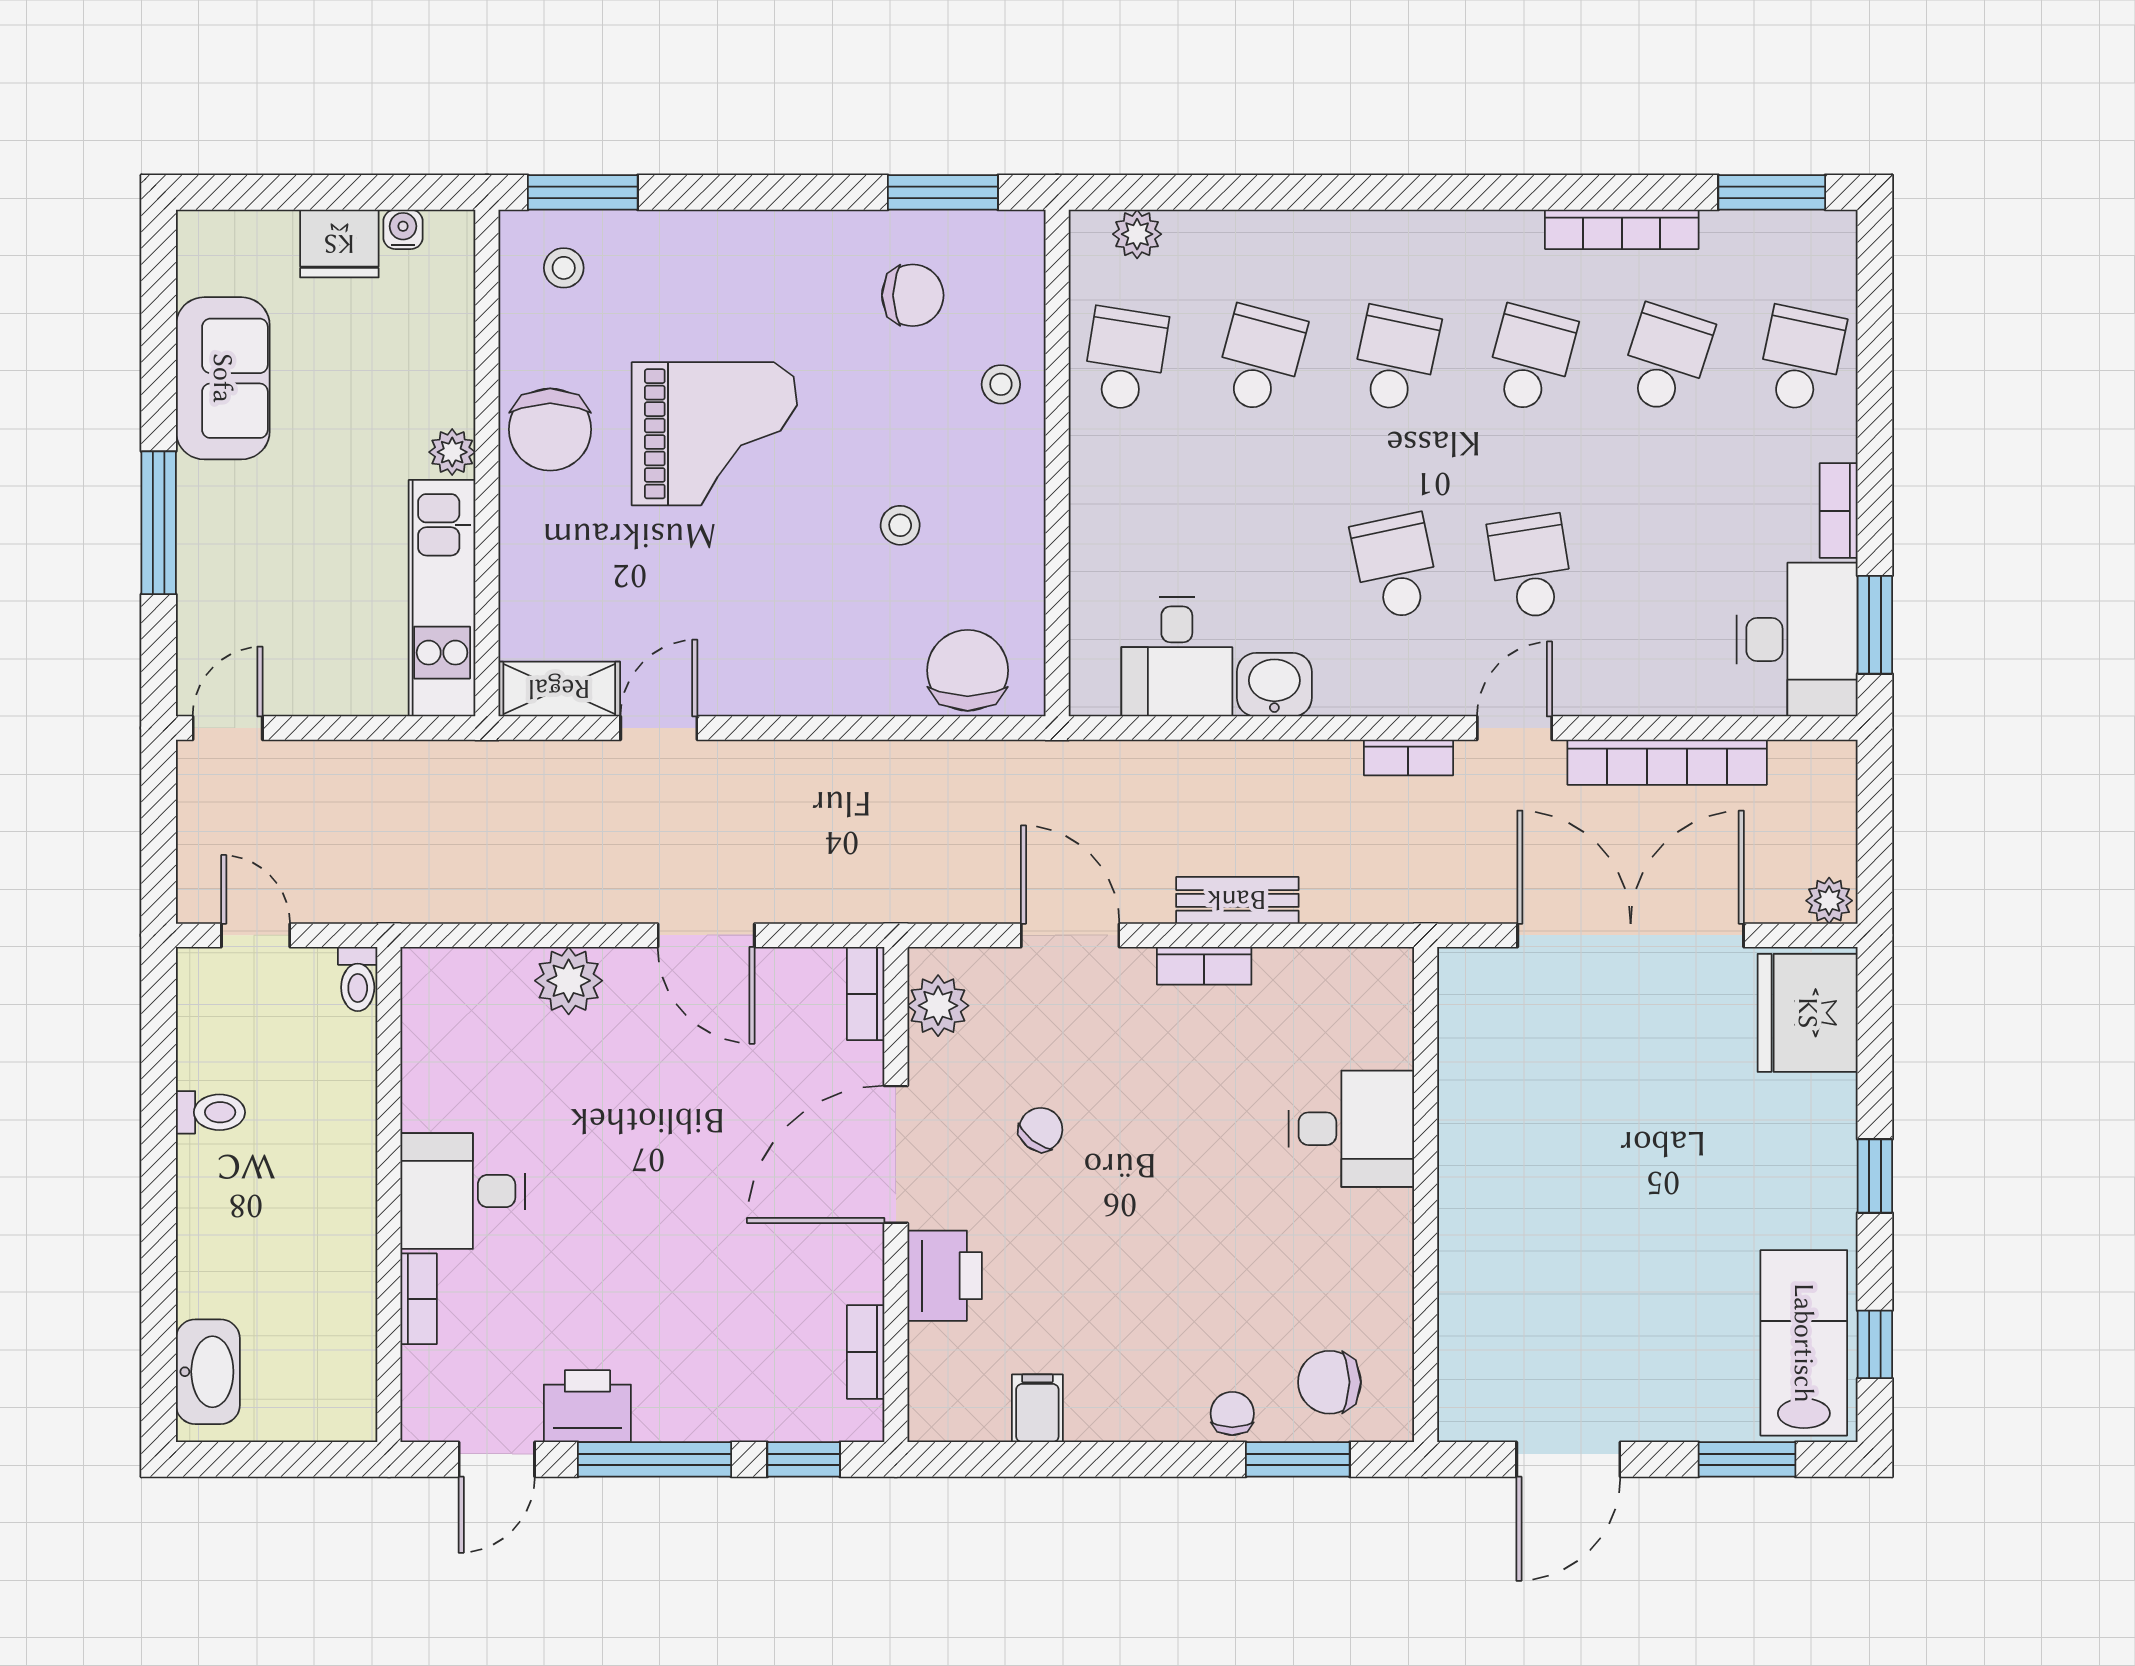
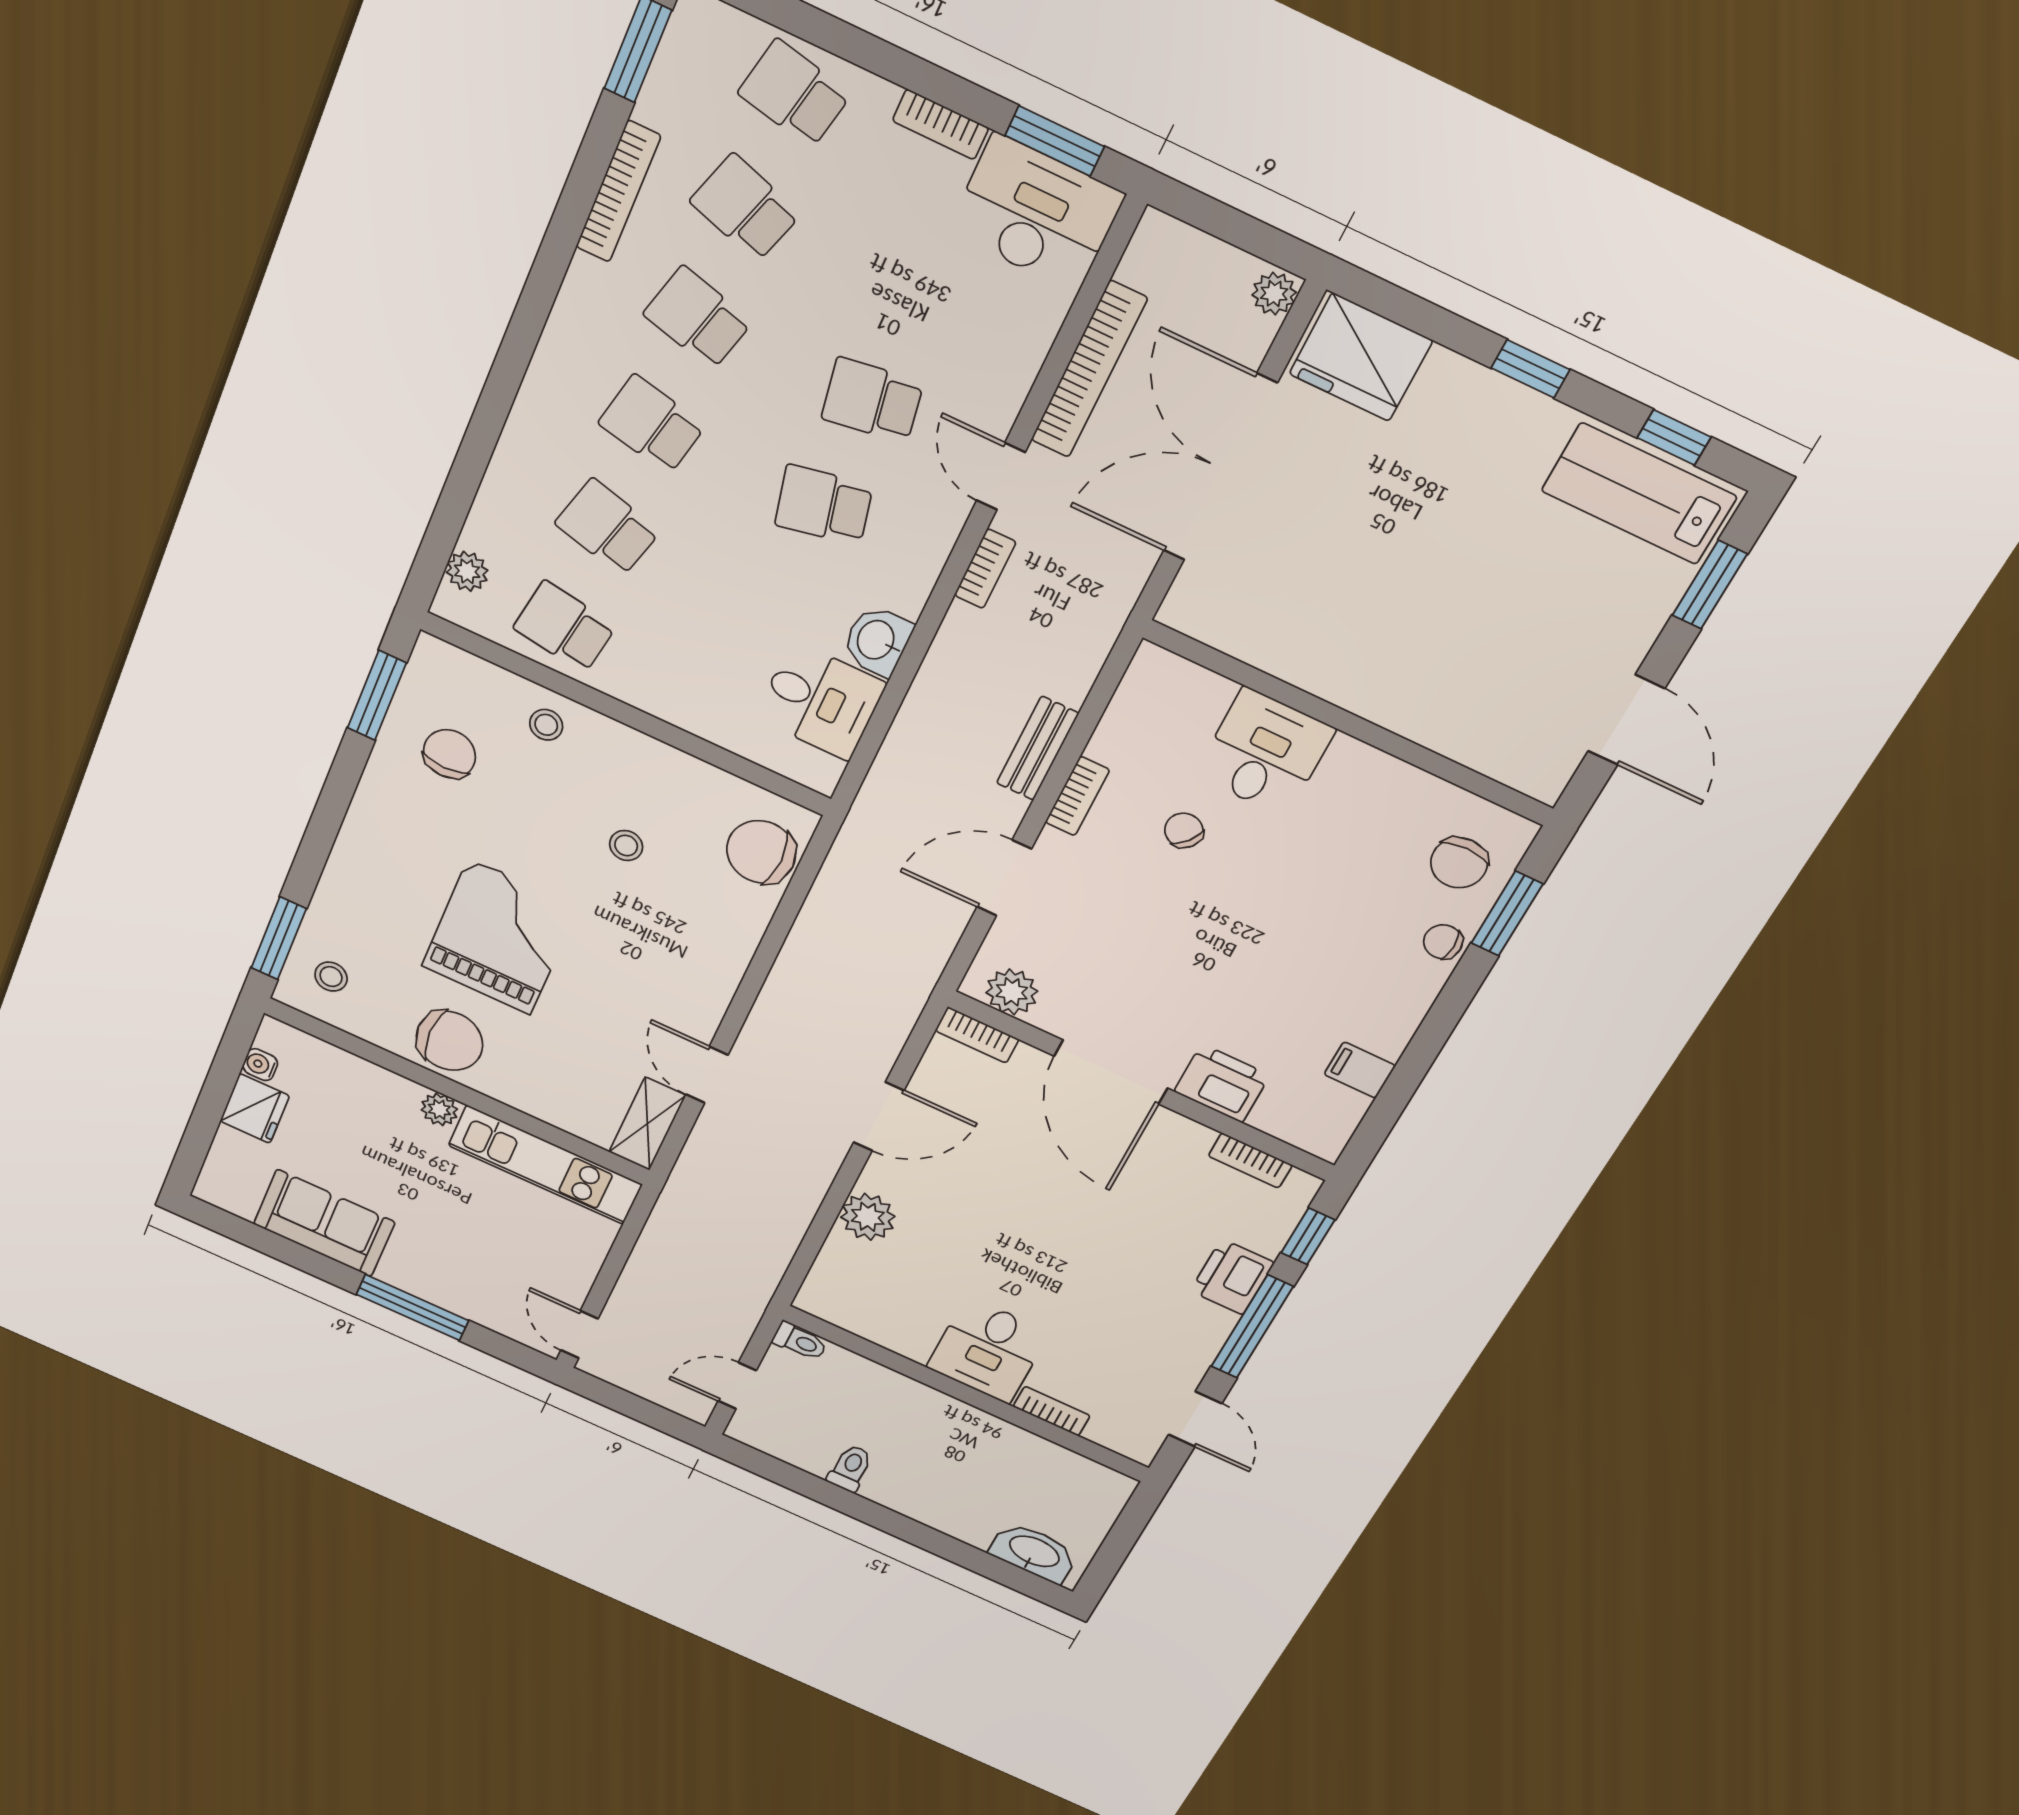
chair: (1041, 1130) -> (1184, 830), moved
printer: (587, 1406) -> (1232, 1277), moved

